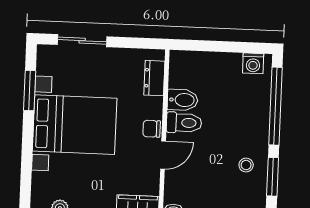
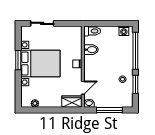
dresser: (154, 78) -> (77, 40), removed
window: (30, 91) -> (18, 60), moved
toilet: (184, 123) -> (92, 31), moved
door: (163, 155) -> (83, 88), moved

